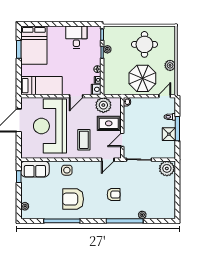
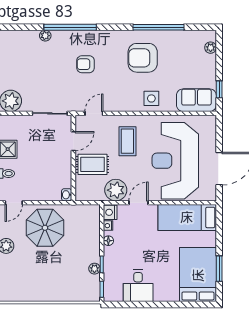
round table: (144, 44) -> (42, 276), removed
plant: (103, 105) -> (116, 190), moved
reception desk: (50, 126) -> (175, 161), turned 180
armchair: (73, 199) -> (143, 58), turned 180

